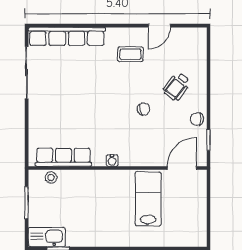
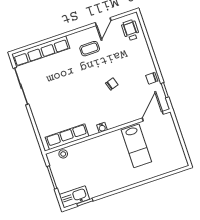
wheelchair: (177, 86) -> (130, 30), moved, turned 142
lab bench: (148, 199) -> (136, 146), turned 180

